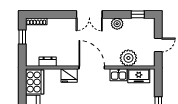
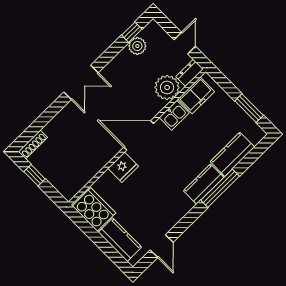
plant: (117, 24) -> (137, 46), moved
dresser: (48, 62) -> (190, 73), moved

